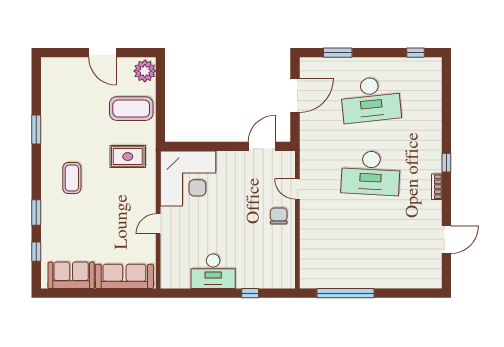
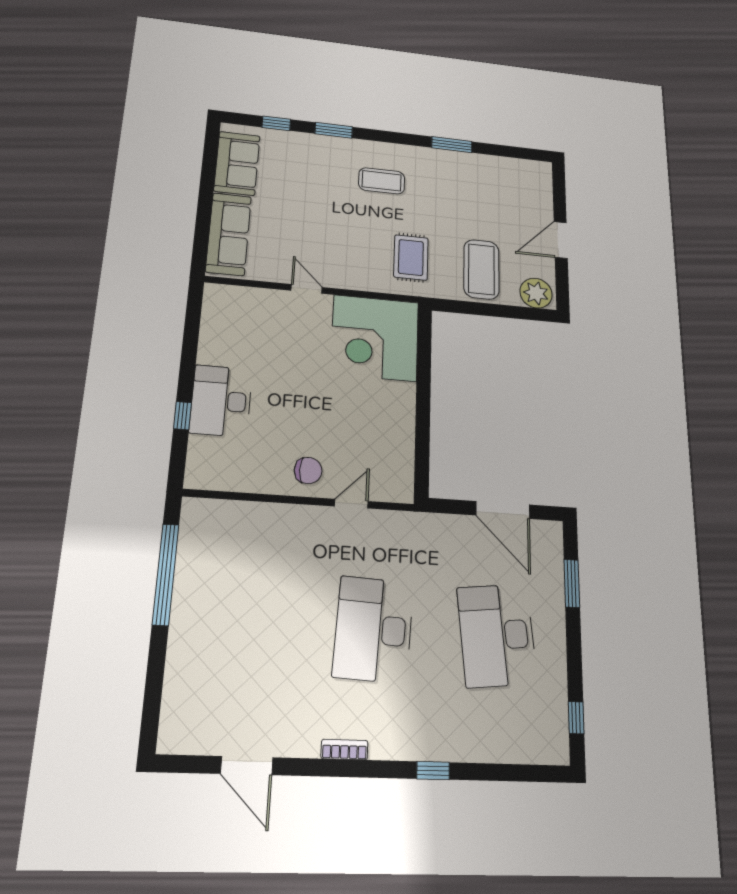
door: (262, 146) -> (422, 452), removed
window: (446, 163) -> (433, 771), moved
desk: (213, 271) -> (221, 401), moved

